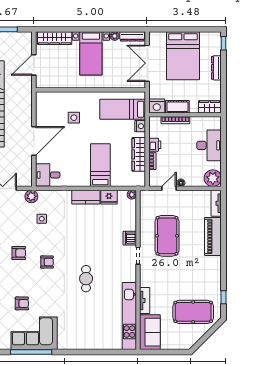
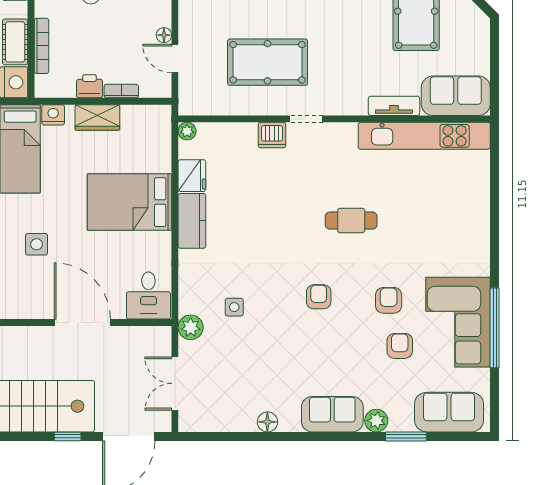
wardrobe: (139, 154) -> (97, 117), width x0.67
bed: (100, 165) -> (129, 202), width x1.50
armchair: (19, 253) -> (389, 300), moved

